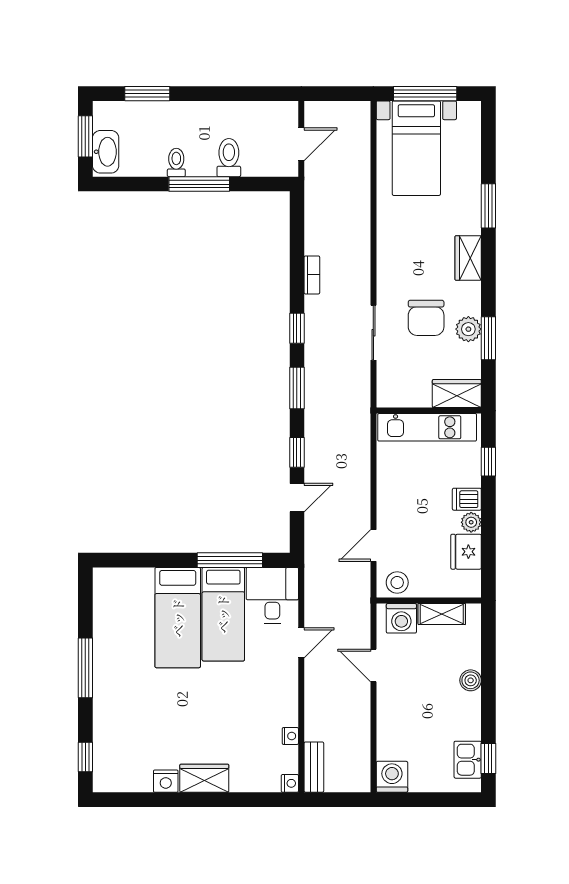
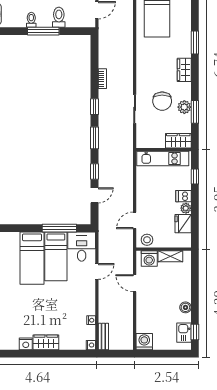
boiler: (471, 680) -> (185, 307), moved

